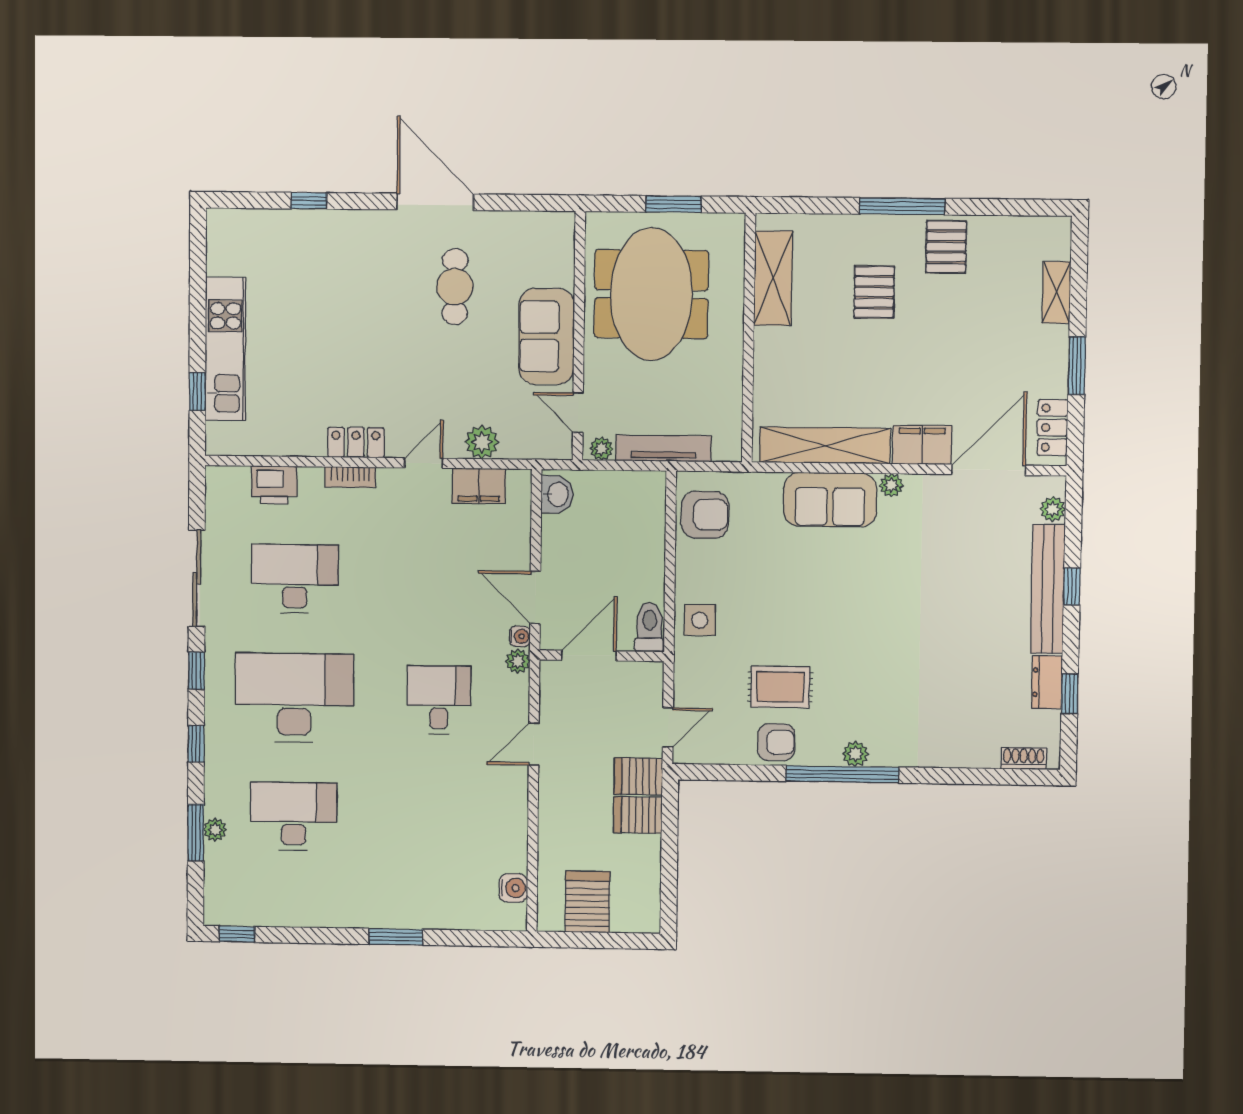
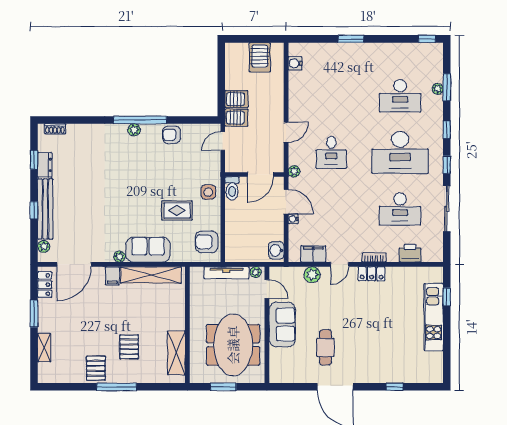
filing cabinet: (922, 445) -> (112, 276), width x0.50
water cooler: (520, 636) -> (293, 219), moved
rug: (780, 687) -> (177, 210), moved

